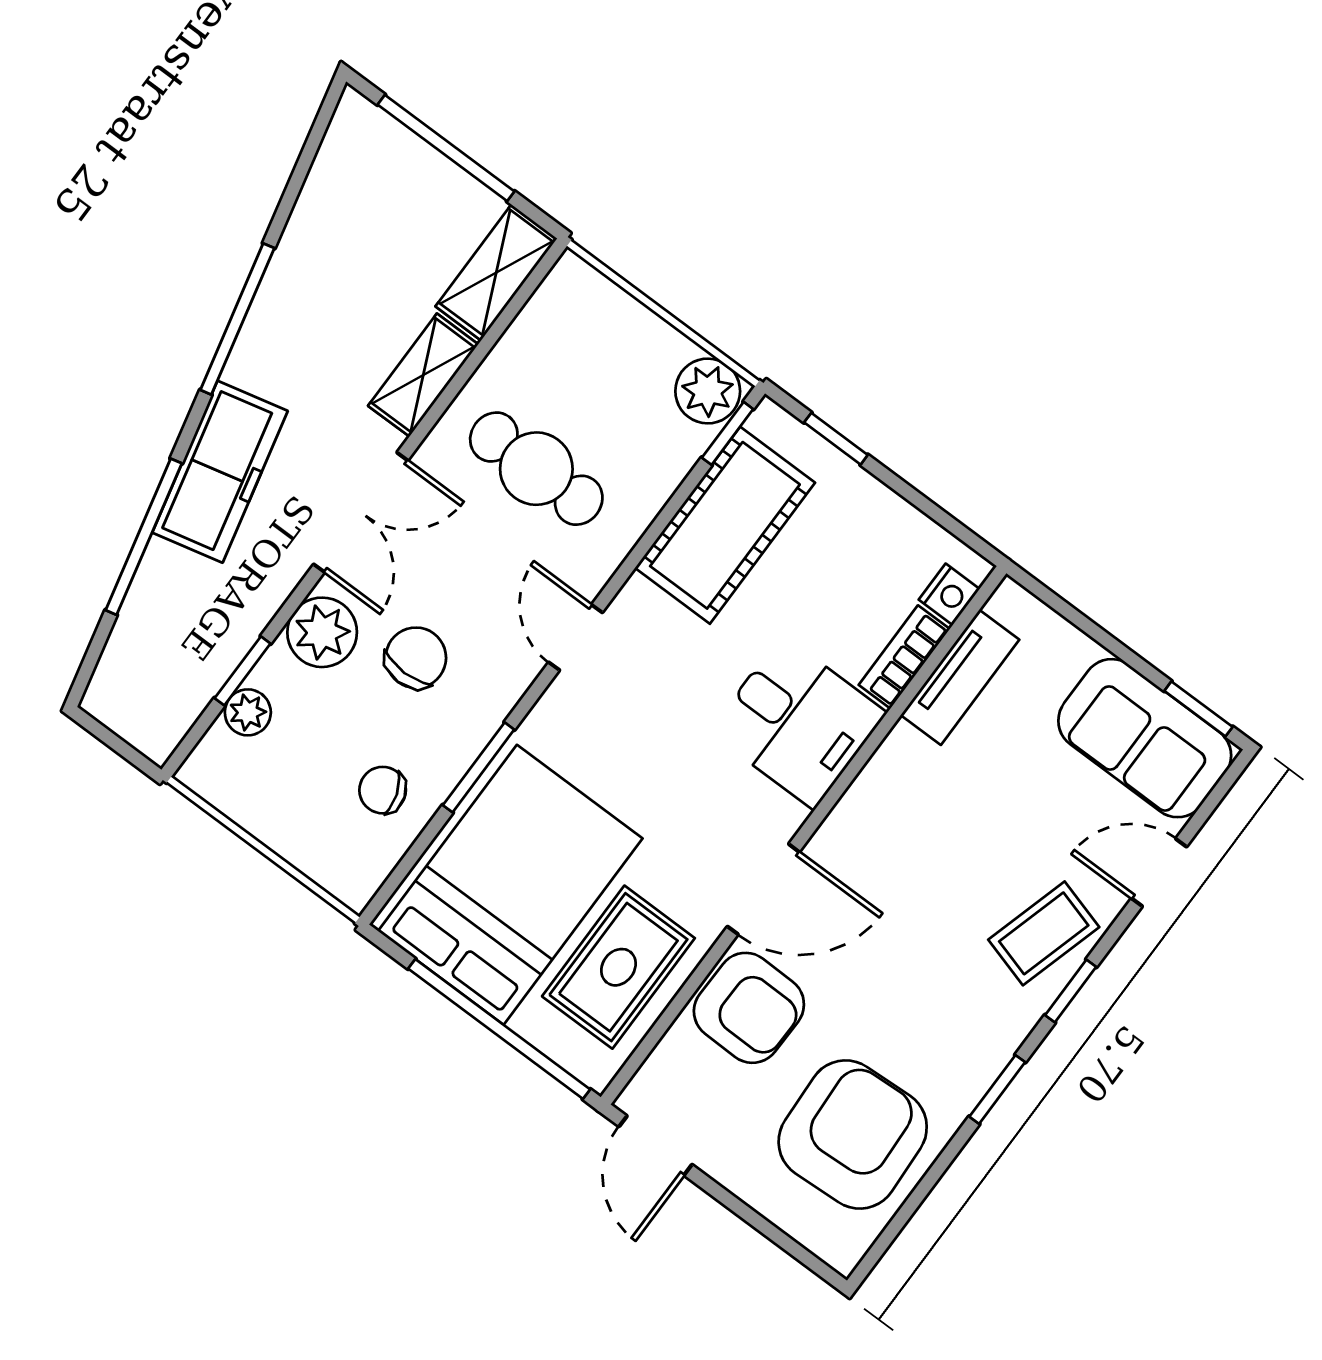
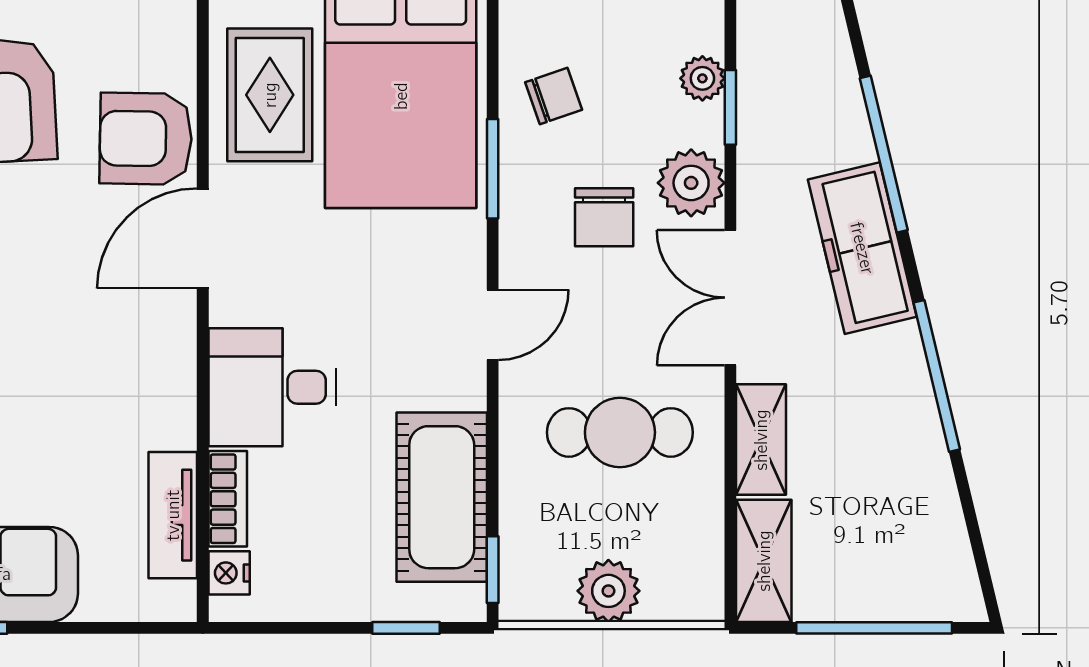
plant: (708, 391) -> (608, 591), moved
door: (575, 637) -> (493, 325), hinge flipped

